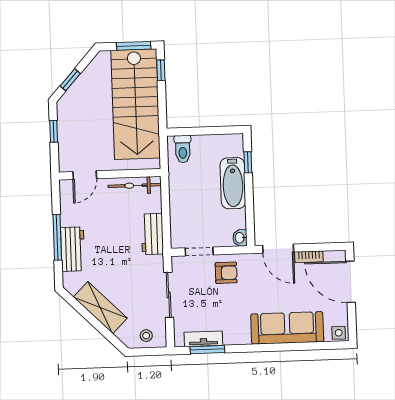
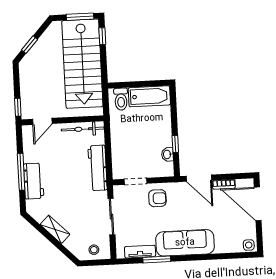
window: (54, 131) -> (18, 107), moved
window: (248, 162) -> (175, 144), moved
bathtub: (233, 183) -> (149, 96), moved, turned -90
workbench: (152, 234) -> (98, 168), width x1.38
washbasin: (240, 238) -> (167, 154), moved
shelving: (100, 308) -> (55, 229), width x0.67, depth x0.75
sofa: (287, 328) -> (185, 243), moved
window: (207, 350) -> (157, 260), moved

